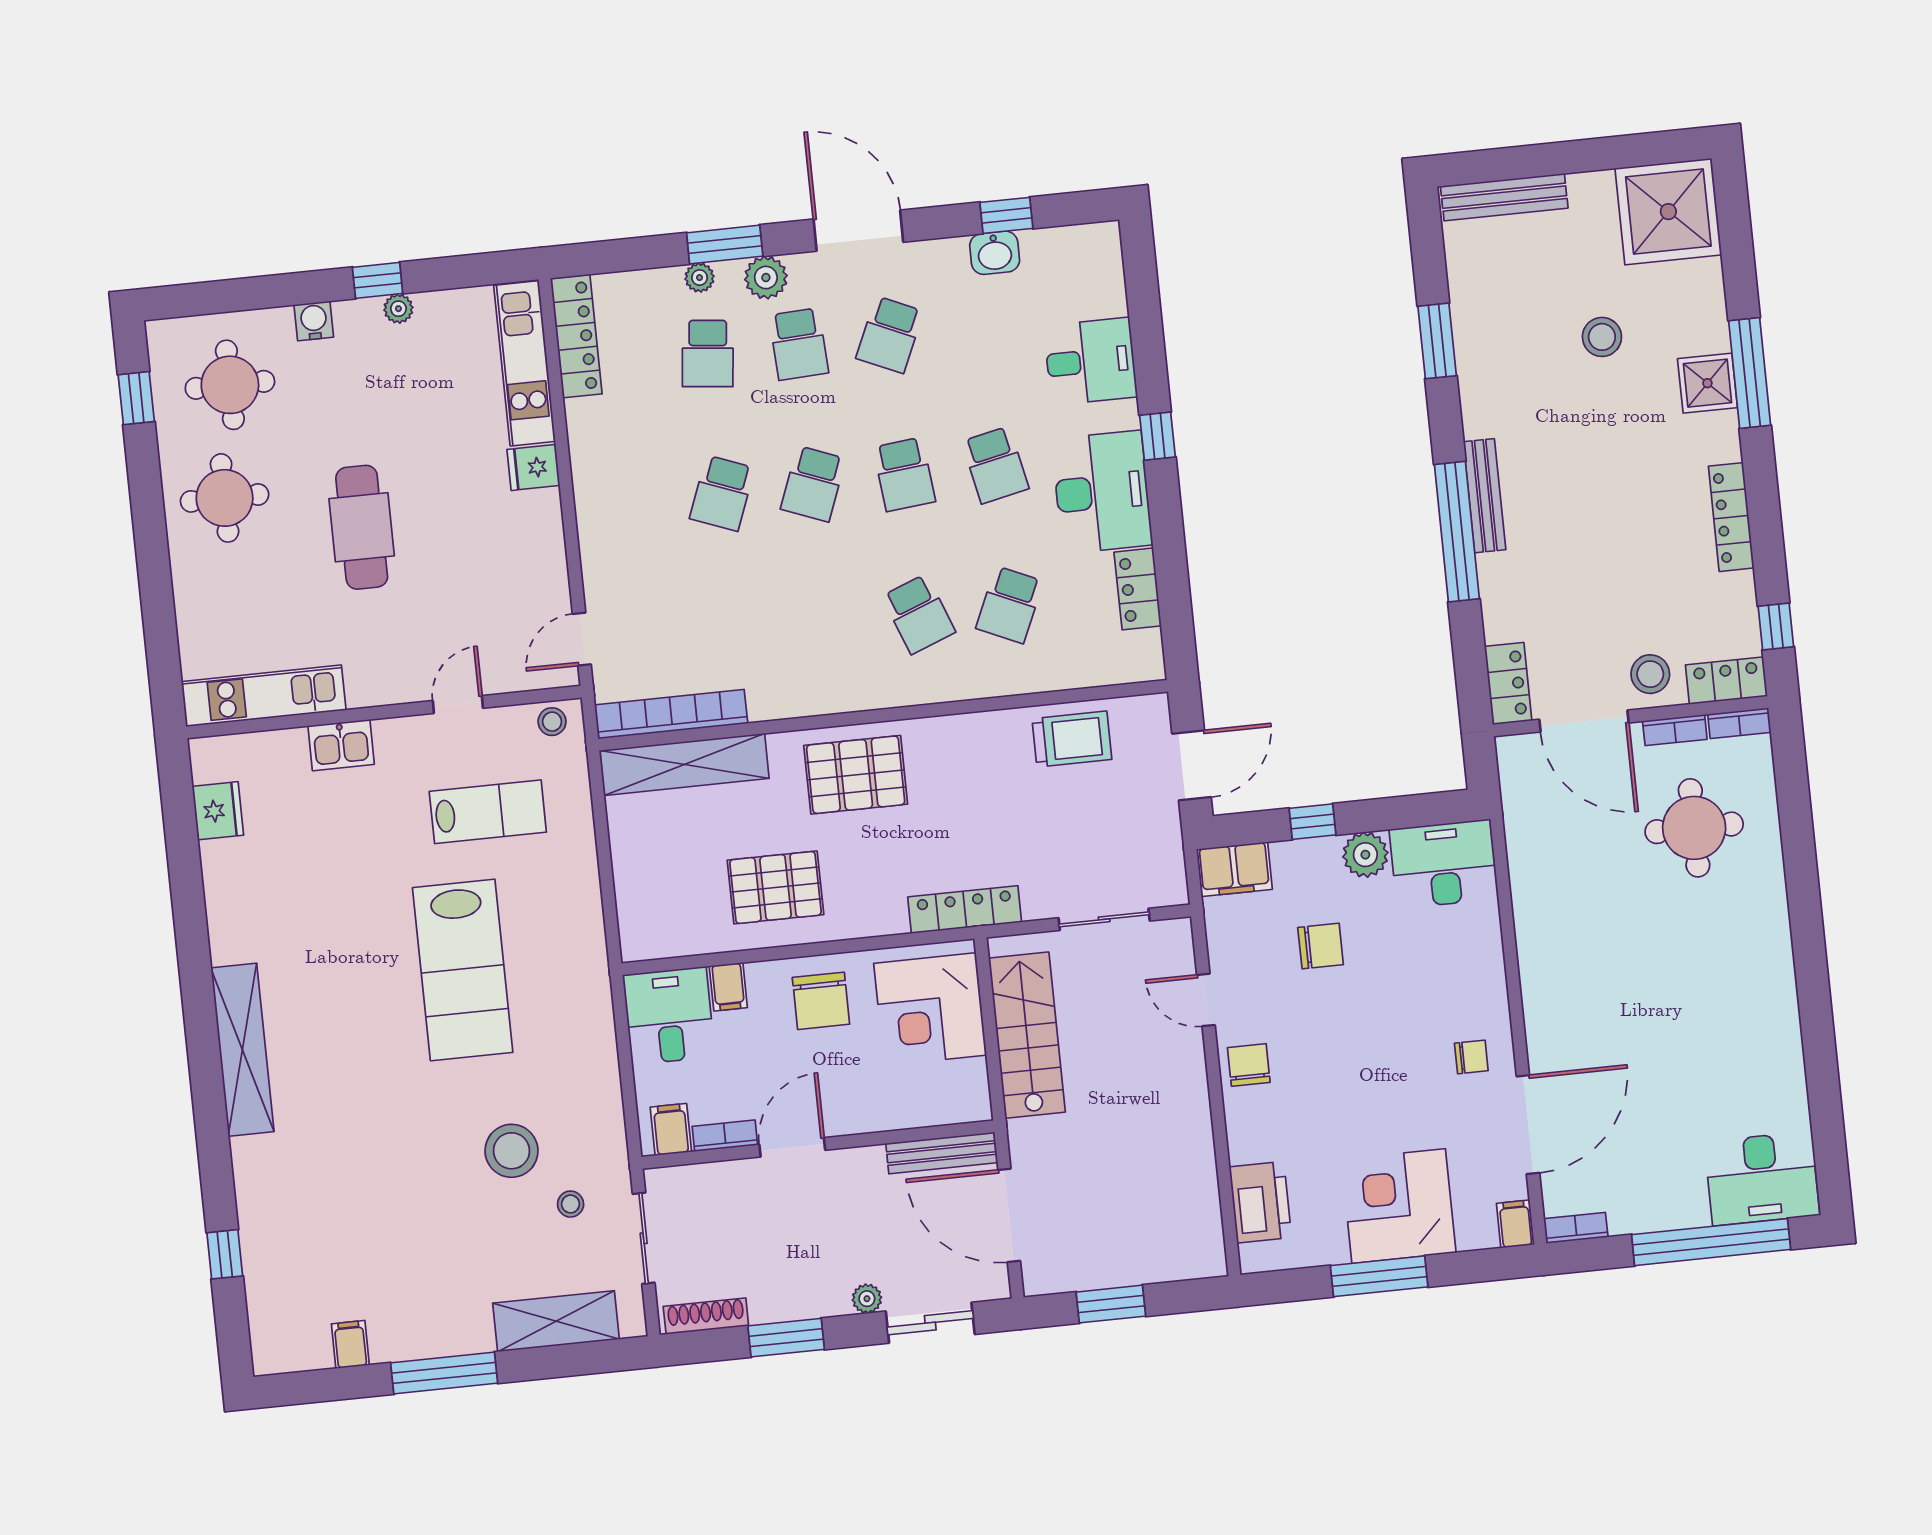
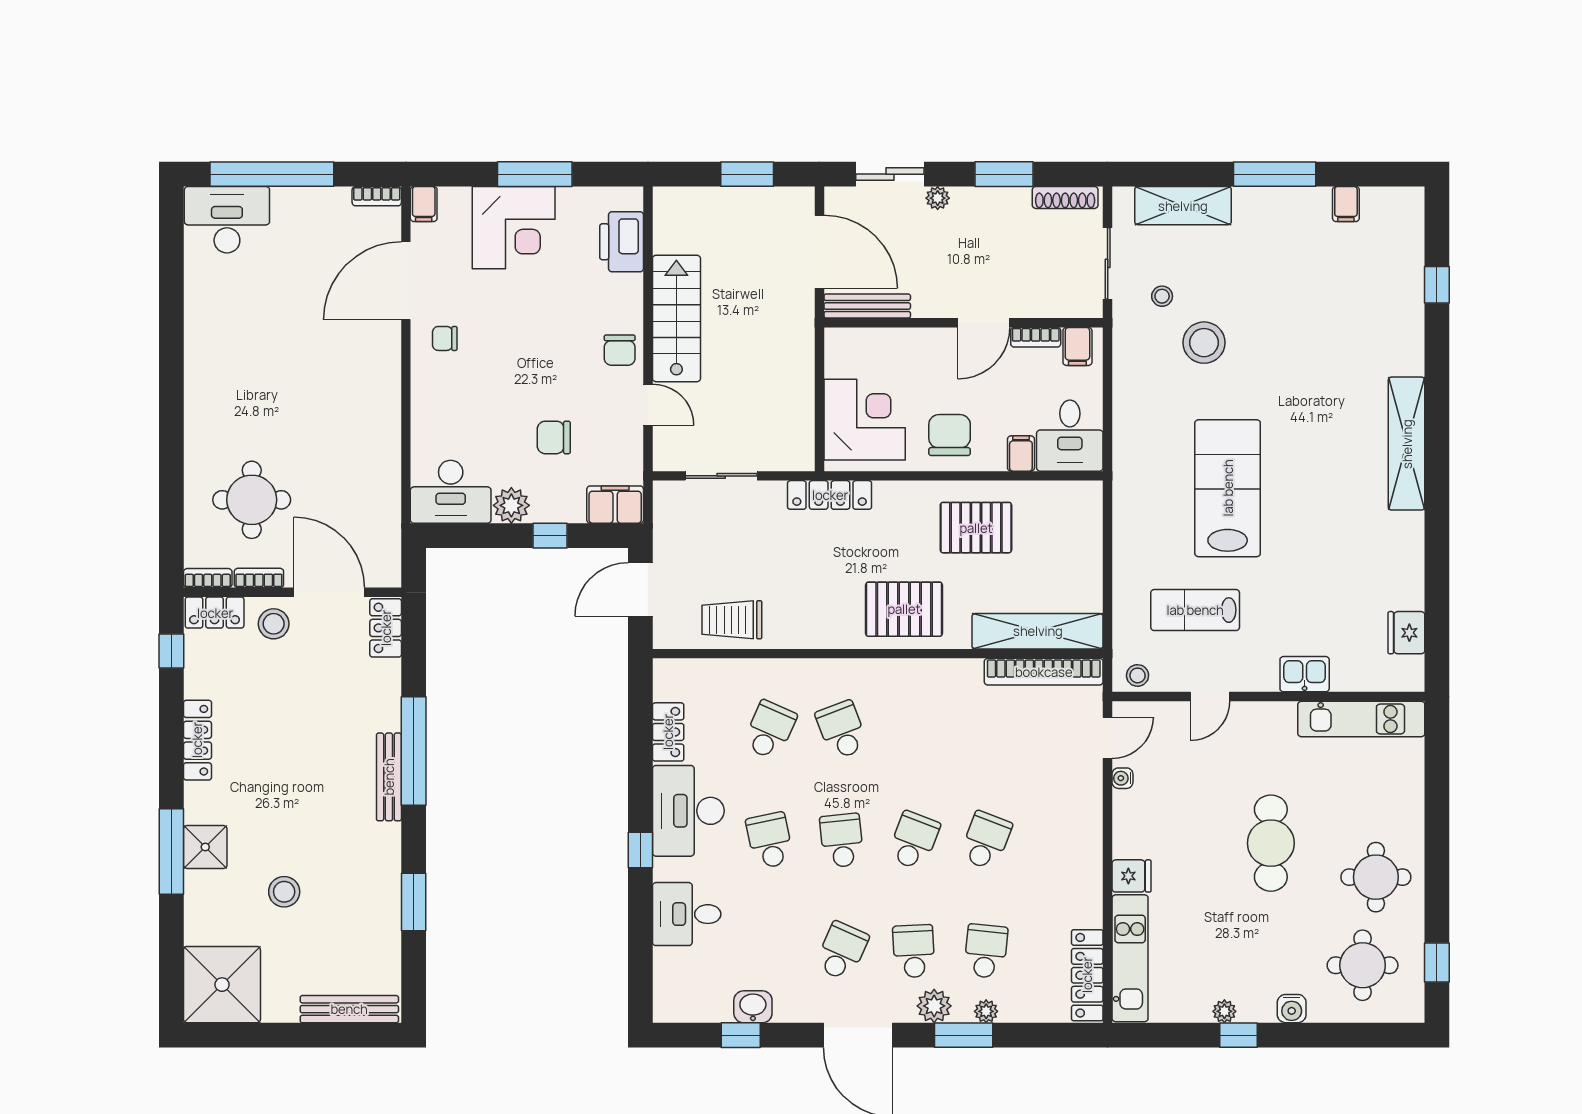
water cooler: (558, 590) -> (1122, 778), added
stairs: (1027, 1035) -> (676, 318), moved, turned 180

